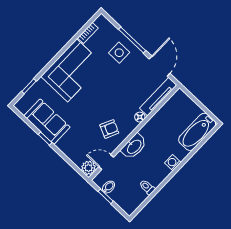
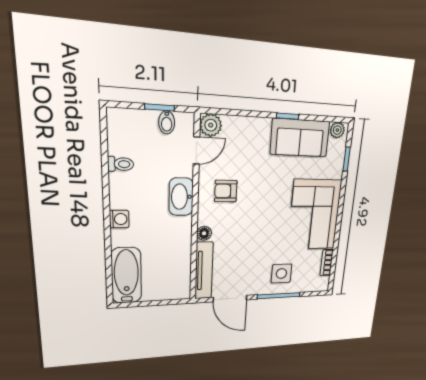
plant: (23, 107) -> (337, 130), added
armchair: (109, 129) -> (226, 191), turned 65

